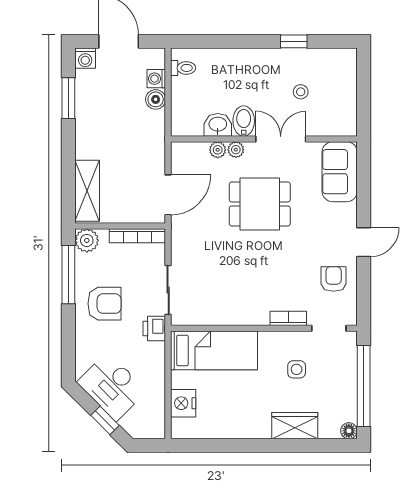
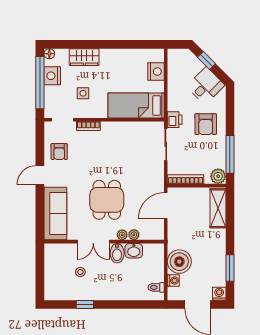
boiler: (156, 99) -> (179, 262), width x1.86, depth x1.86
sofa: (340, 172) -> (55, 214), width x1.36
dining table: (260, 204) -> (107, 200), turned 90
armchair: (104, 304) -> (206, 124), moved, turned -90
desk: (112, 386) -> (206, 86), width x0.73
nightstand: (344, 397) -> (52, 76), added

